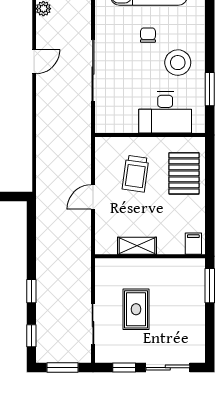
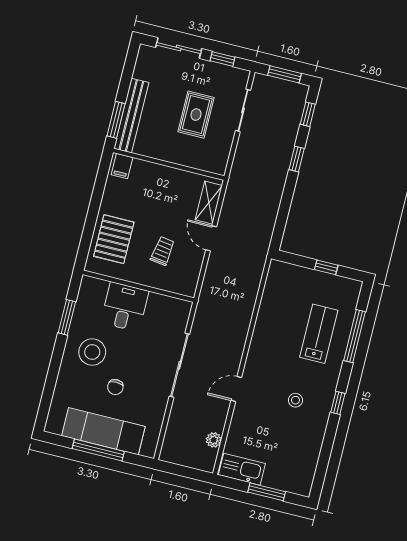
desk: (165, 112) -> (125, 307), width x0.73
trolley: (135, 174) -> (163, 251), width x0.73, depth x0.72
door: (93, 197) -> (211, 238), swing flipped
shelving: (137, 246) -> (209, 203), moved, turned 90
bench: (196, 293) -> (131, 116), added

